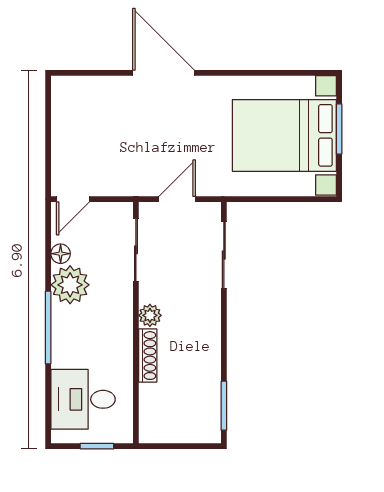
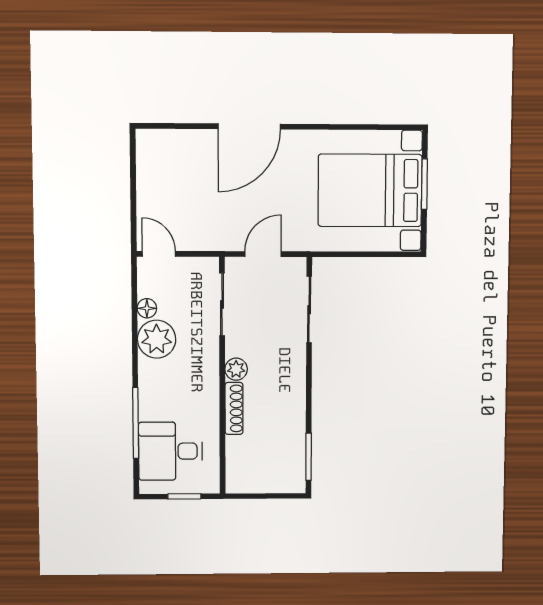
door: (164, 73) -> (249, 126), swing flipped
door: (73, 199) -> (159, 254), swing flipped
window: (48, 328) -> (136, 423), moved

